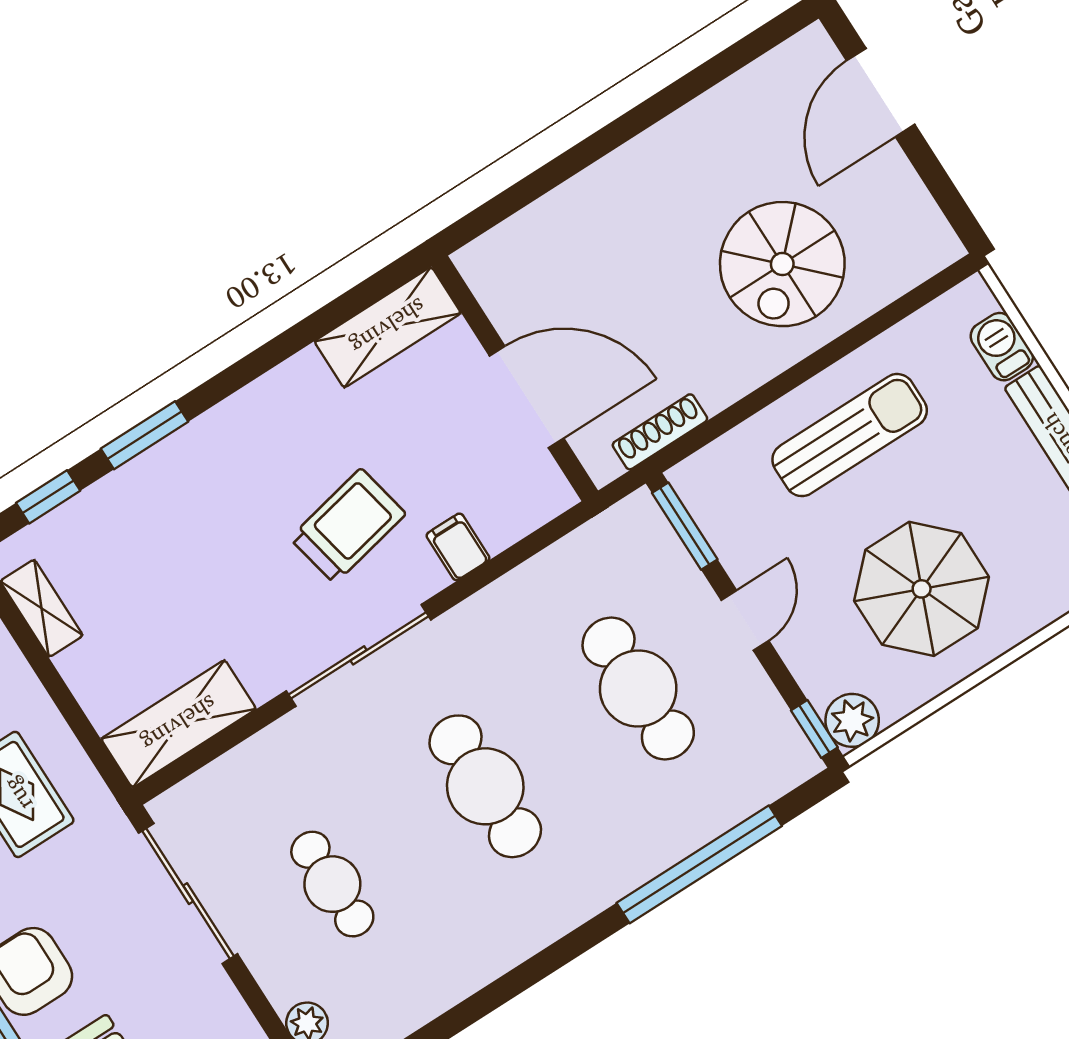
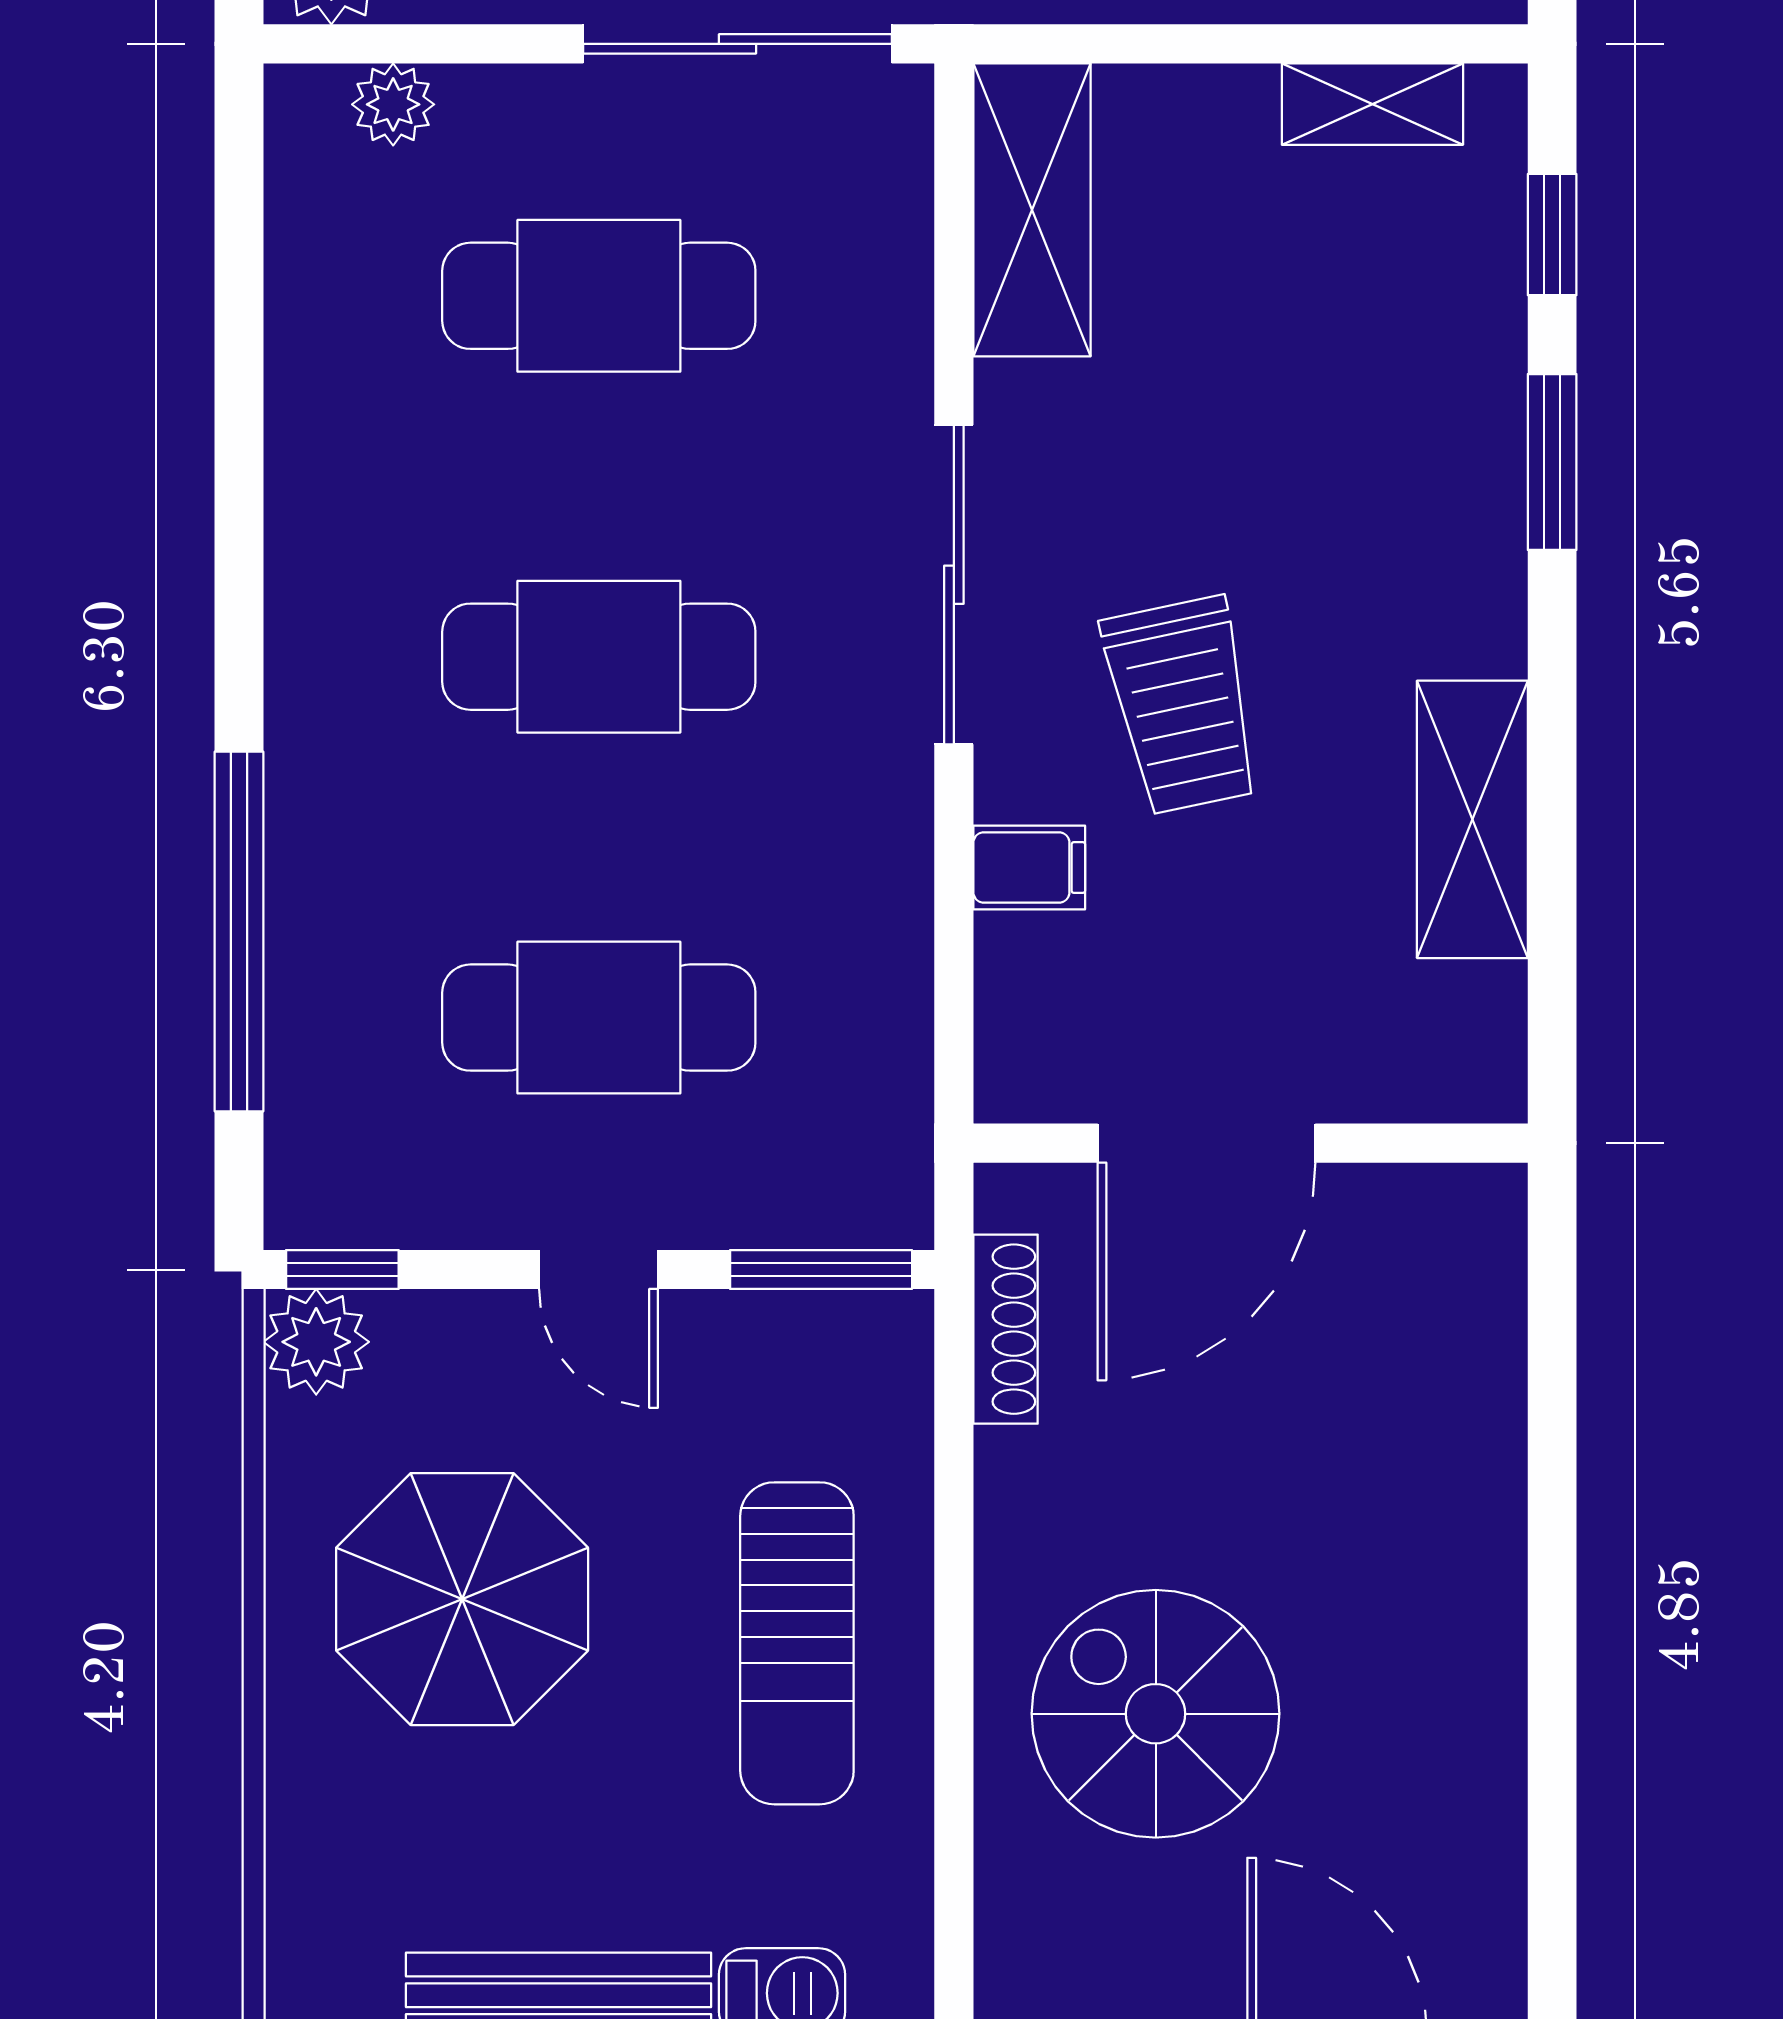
shelving: (388, 327) -> (1472, 819), moved
cafe table: (332, 884) -> (599, 296), width x1.37, depth x1.35

